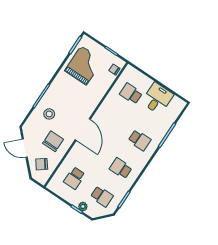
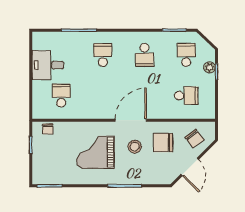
grand piano: (84, 65) -> (95, 152), moved
school desk: (131, 94) -> (61, 96), turned 180
stool: (49, 114) -> (135, 147), moved

